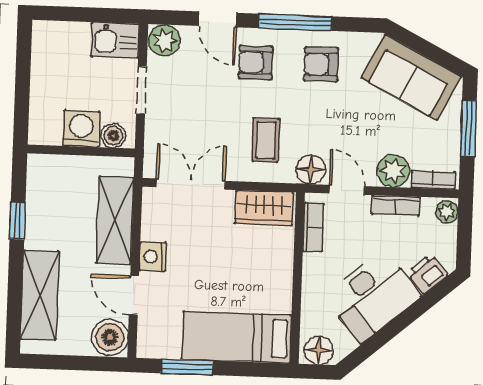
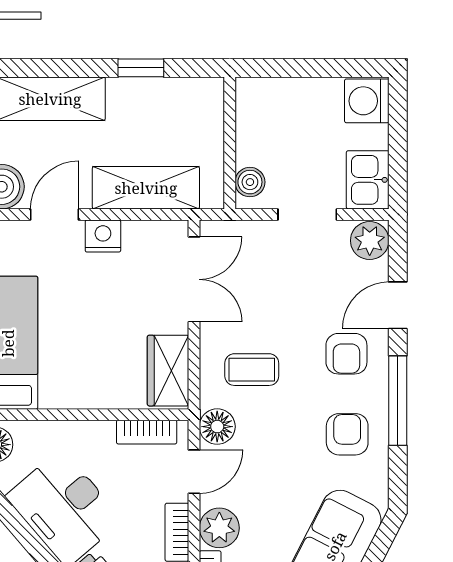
armchair: (256, 63) -> (346, 354), turned 180
washing machine: (81, 129) -> (367, 101), moved, turned 180

